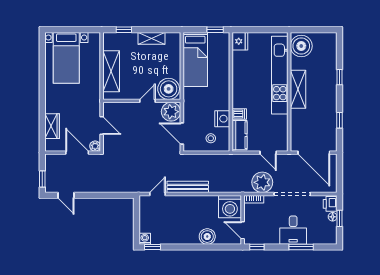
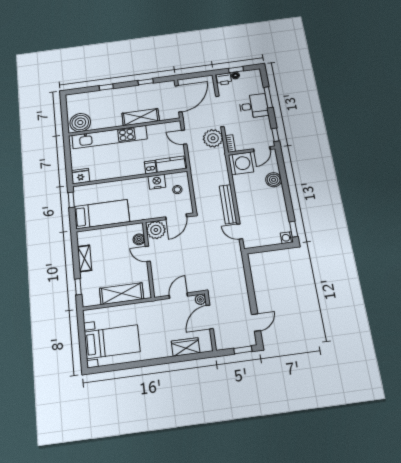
boiler: (169, 89) -> (139, 239), width x0.54, depth x0.54
shelving: (298, 89) -> (141, 117), moved
door: (268, 153) -> (184, 137), swing flipped

